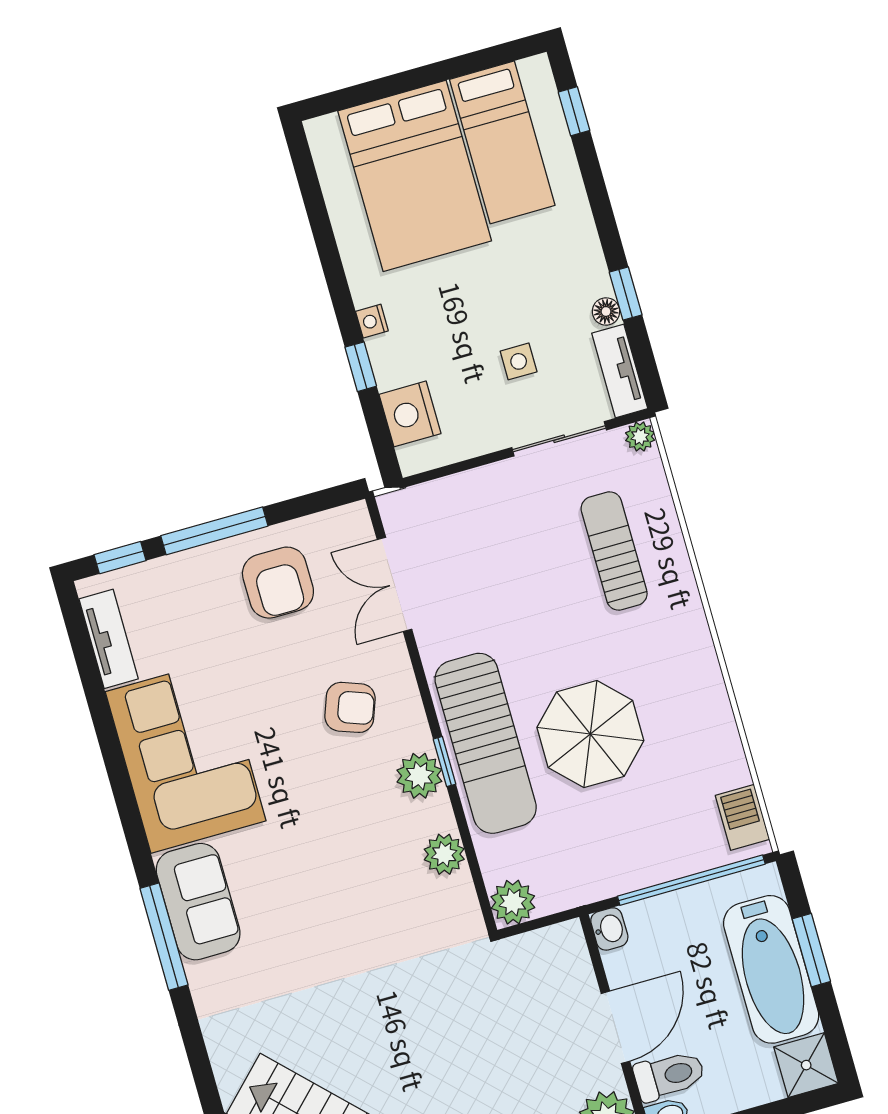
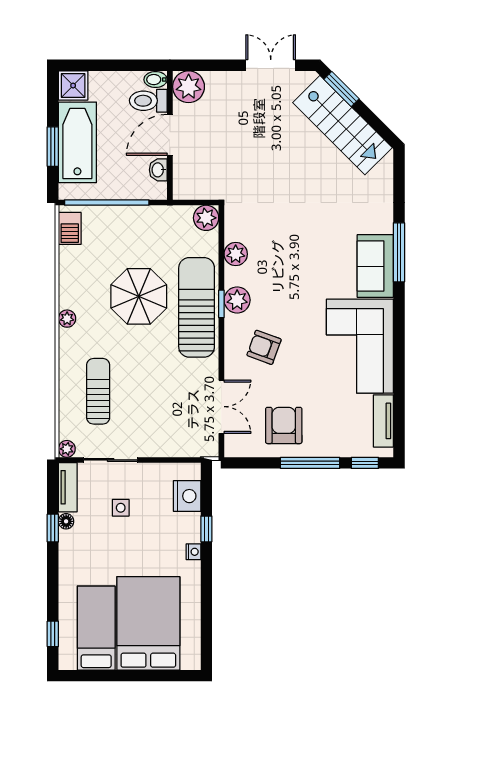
sun lounger: (614, 551) -> (98, 391), turned 180
plant: (703, 661) -> (67, 319), added
washbasin: (609, 929) -> (158, 170), moved

